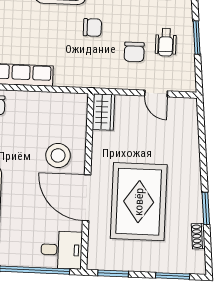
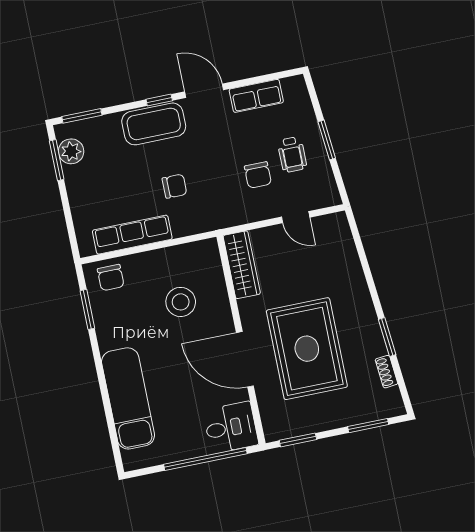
chair: (92, 27) -> (174, 186), moved
wardrobe: (103, 112) -> (242, 265), width x1.50
stool: (58, 155) -> (181, 302), moved

